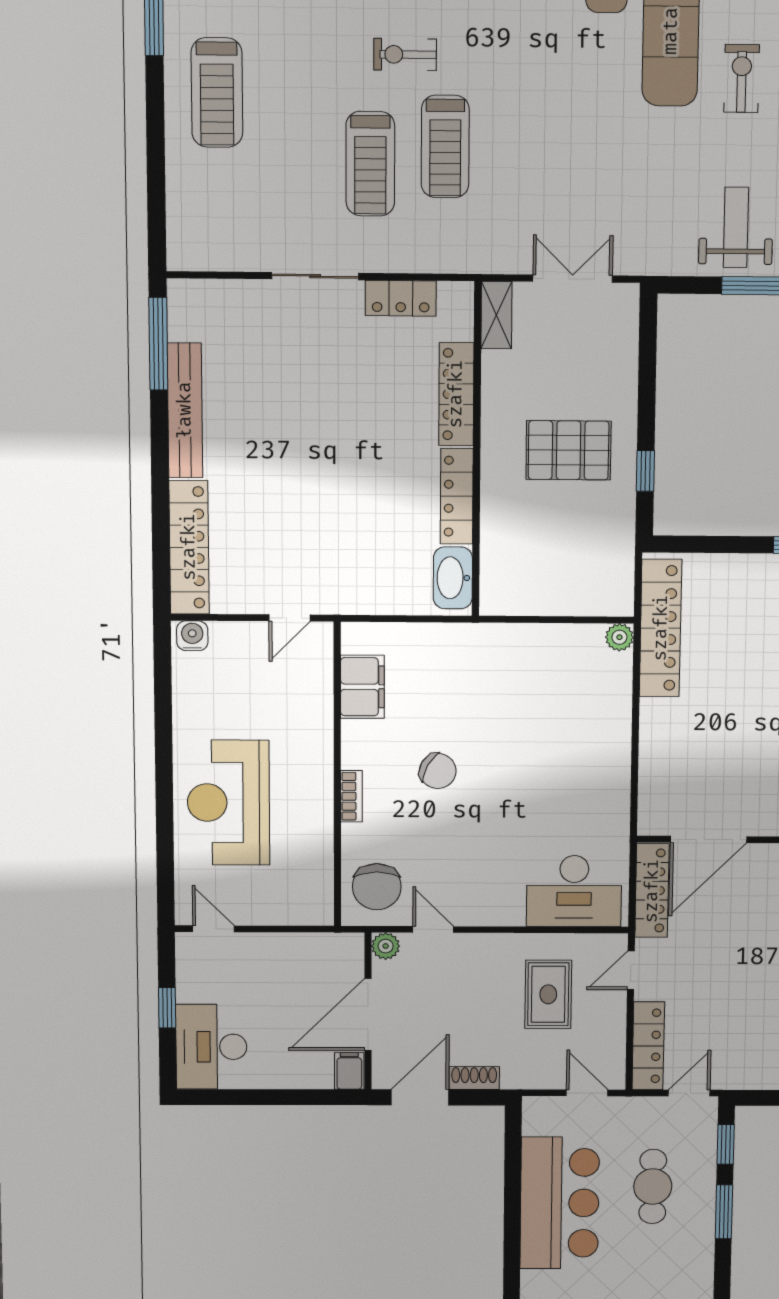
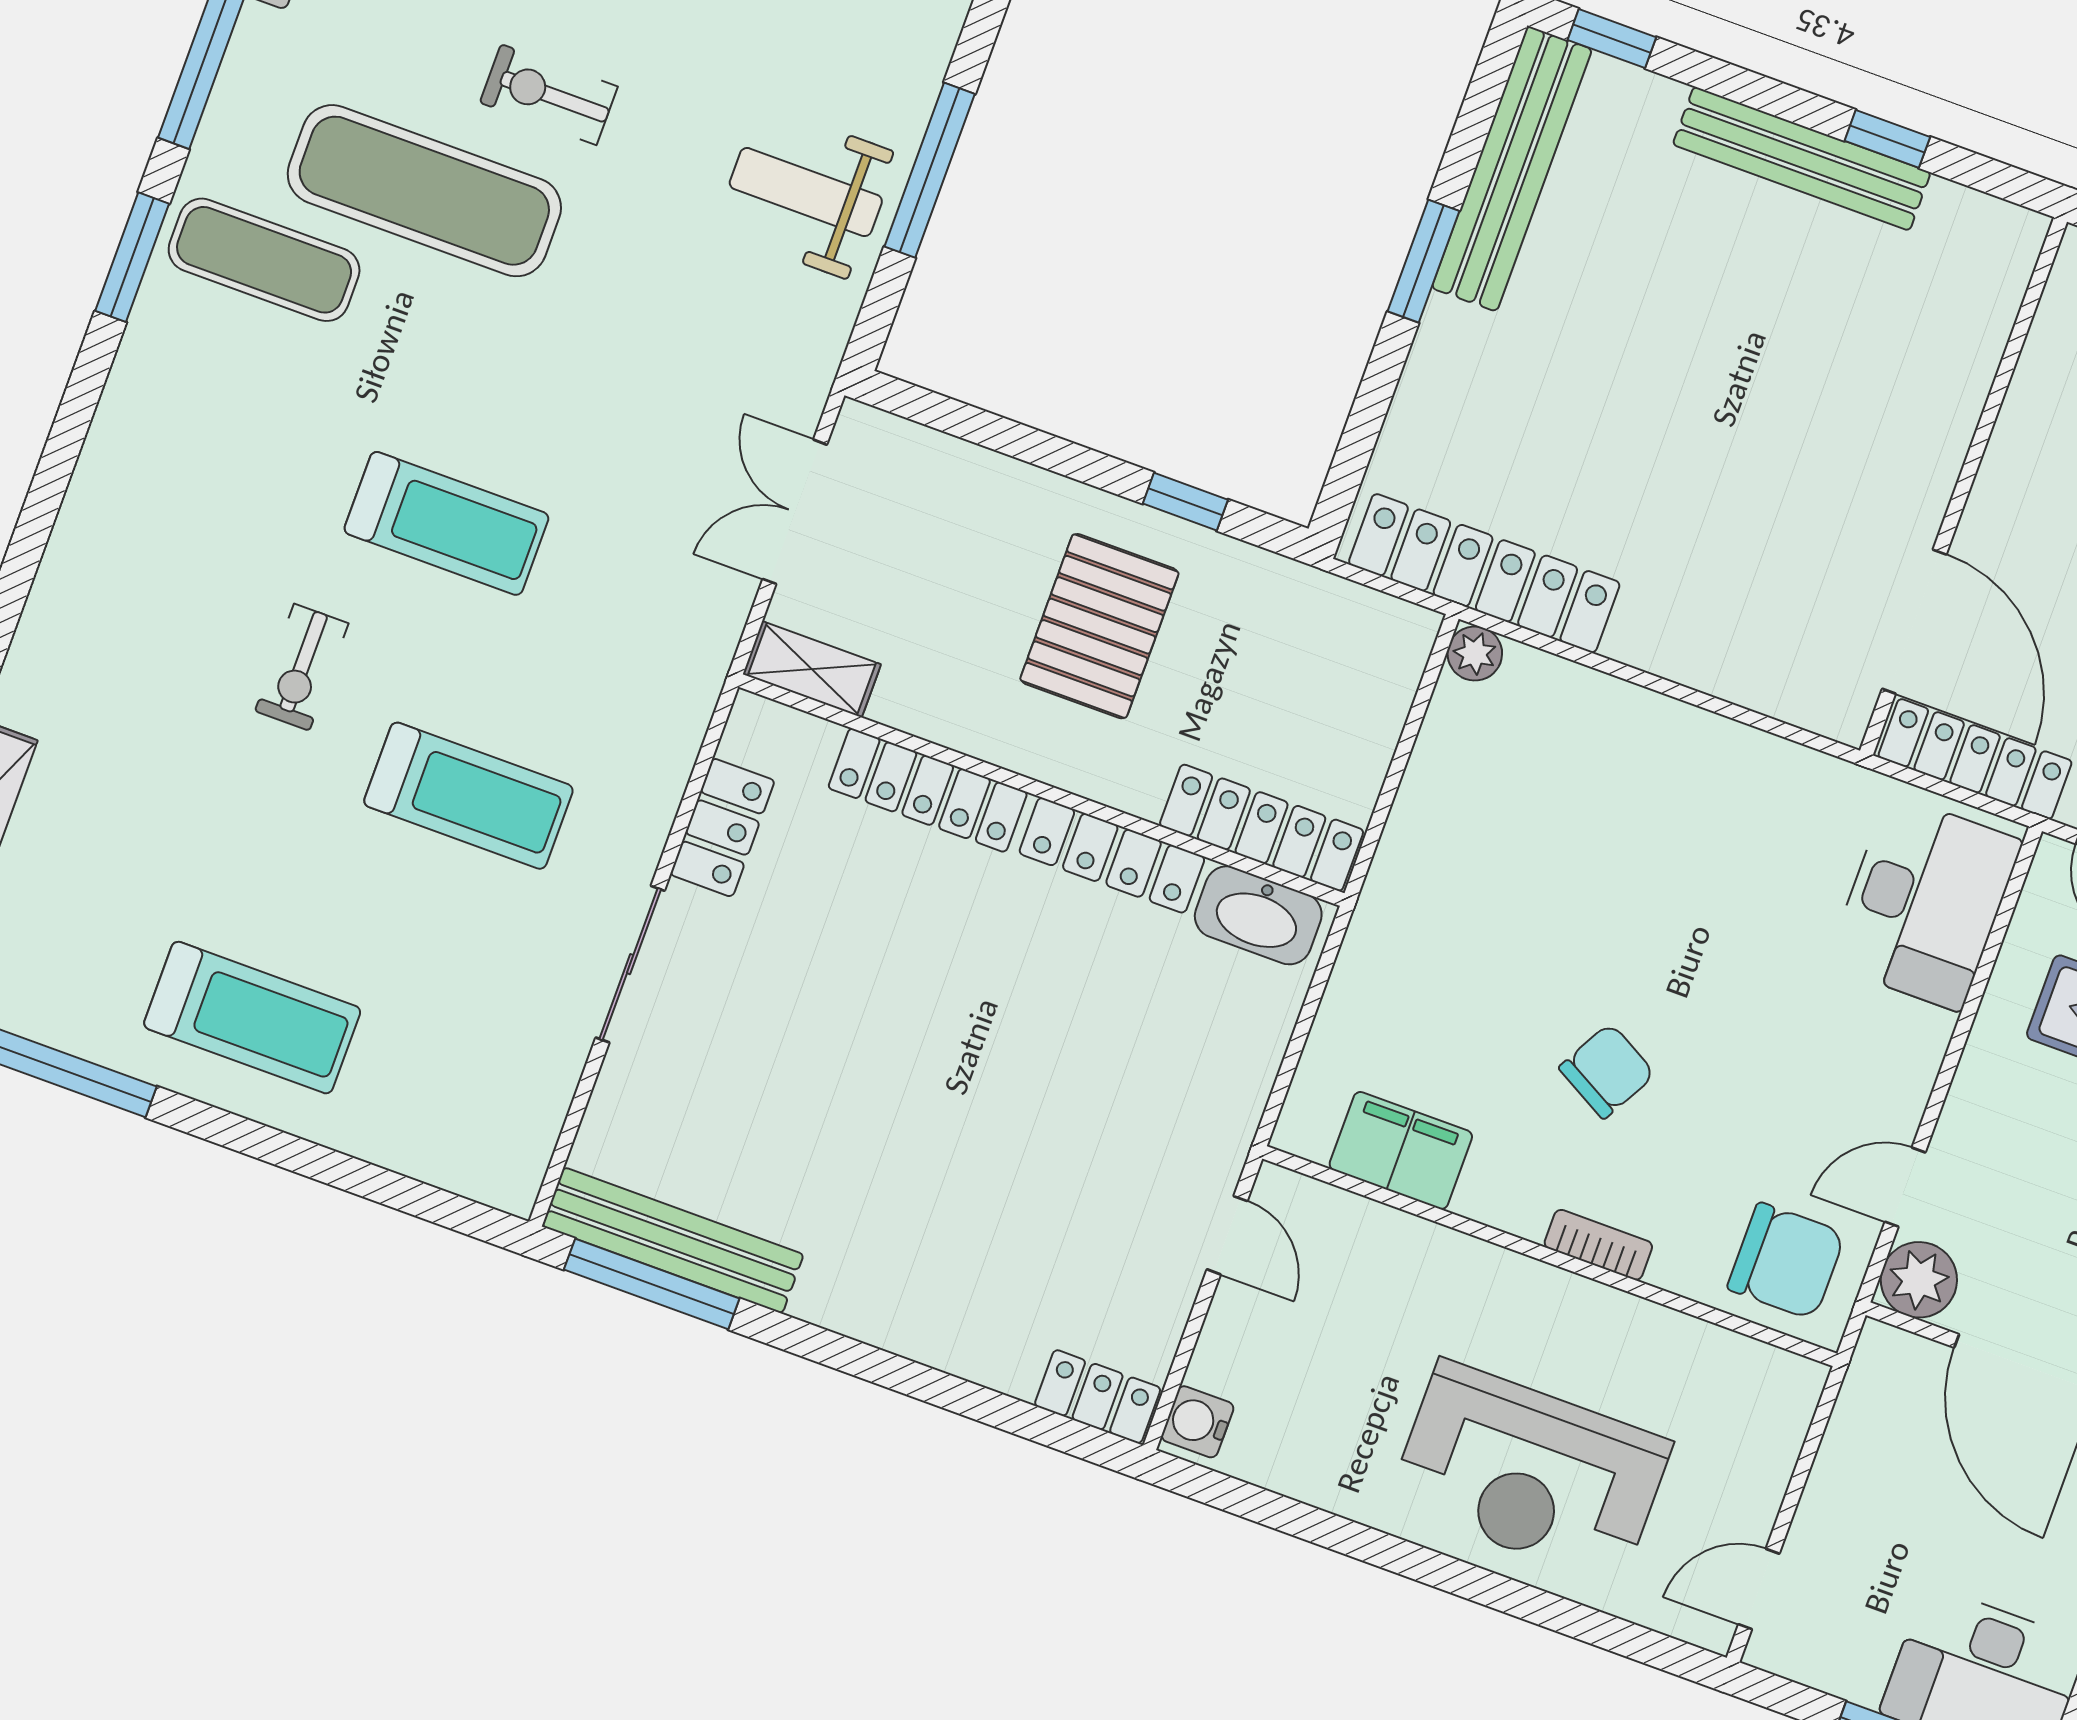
treadmill: (445, 147) -> (446, 523), moved
bench: (185, 410) -> (673, 1240), moved
locker: (189, 547) -> (1098, 1397), width x0.46, depth x0.83
locker: (497, 564) -> (1262, 828), added
plant: (386, 946) -> (1919, 1280), width x1.38, depth x1.38

